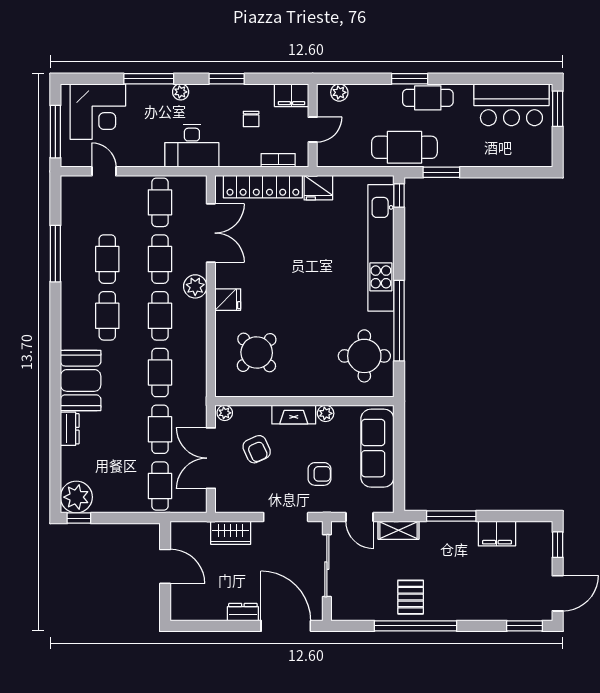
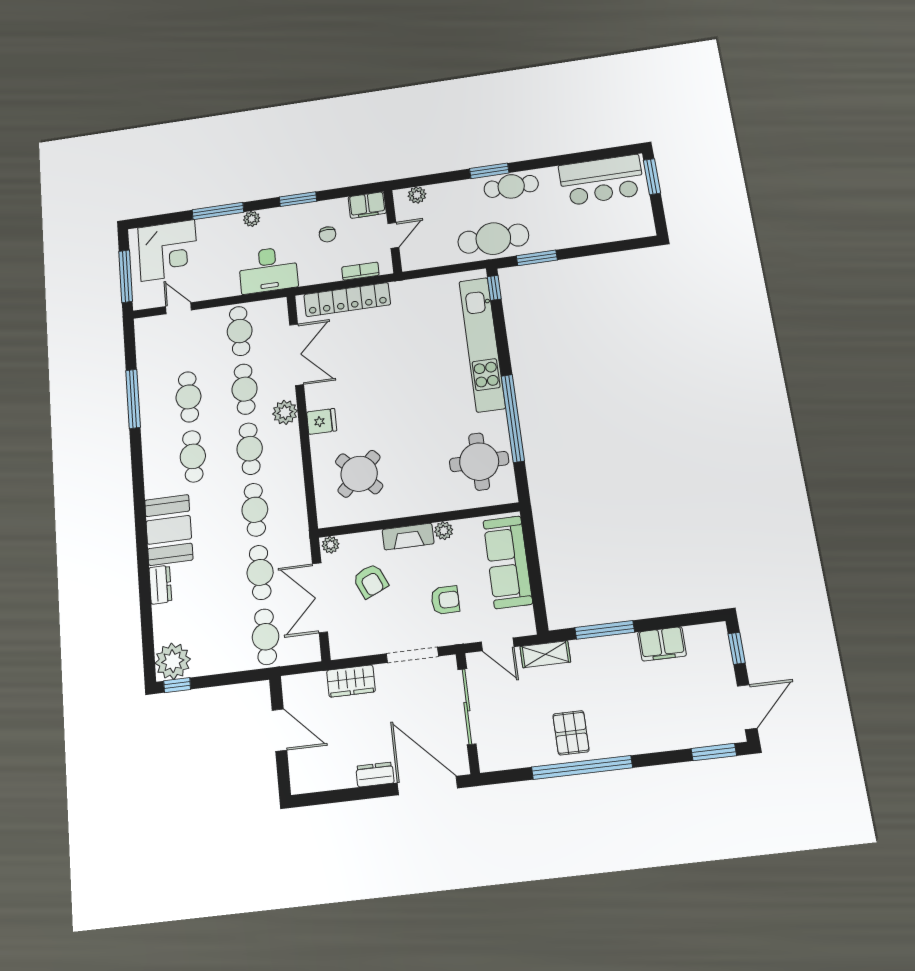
fridge: (318, 188) -> (406, 292), removed

